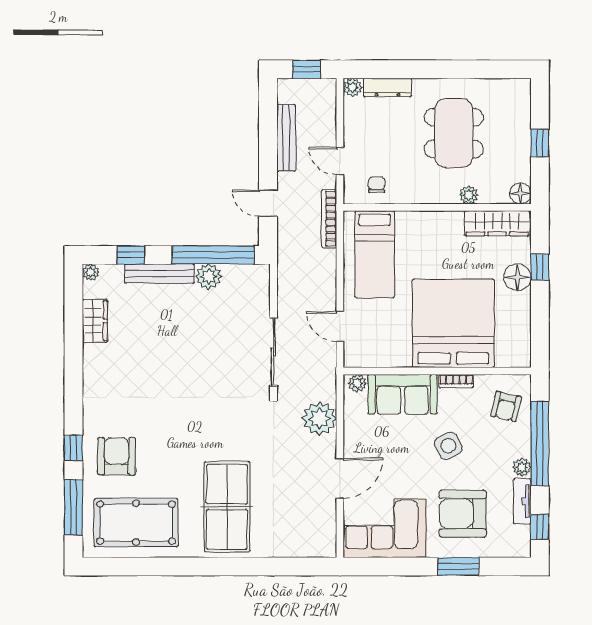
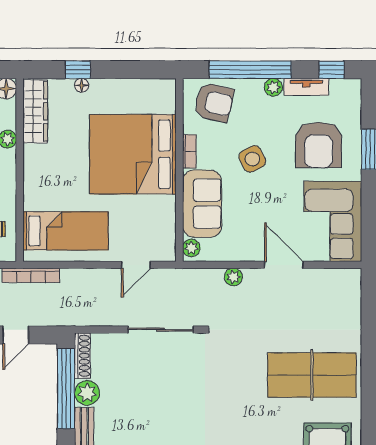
shoe rack: (247, 272) -> (83, 356), added
floor lamp: (517, 277) -> (82, 85), width x0.53, depth x0.53
armchair: (506, 406) -> (214, 102), width x1.38, depth x1.38
plant: (319, 418) -> (233, 277), width x0.53, depth x0.53

